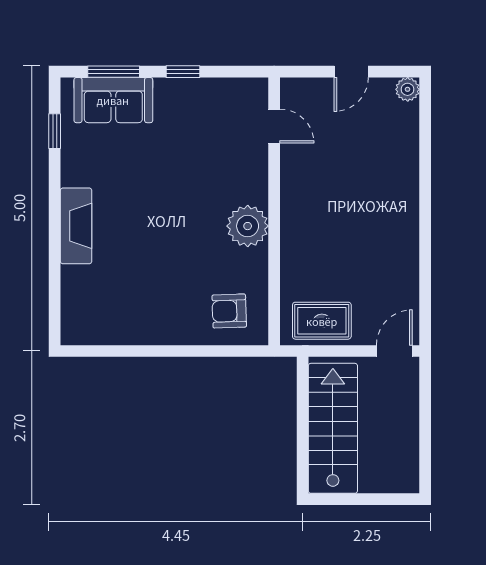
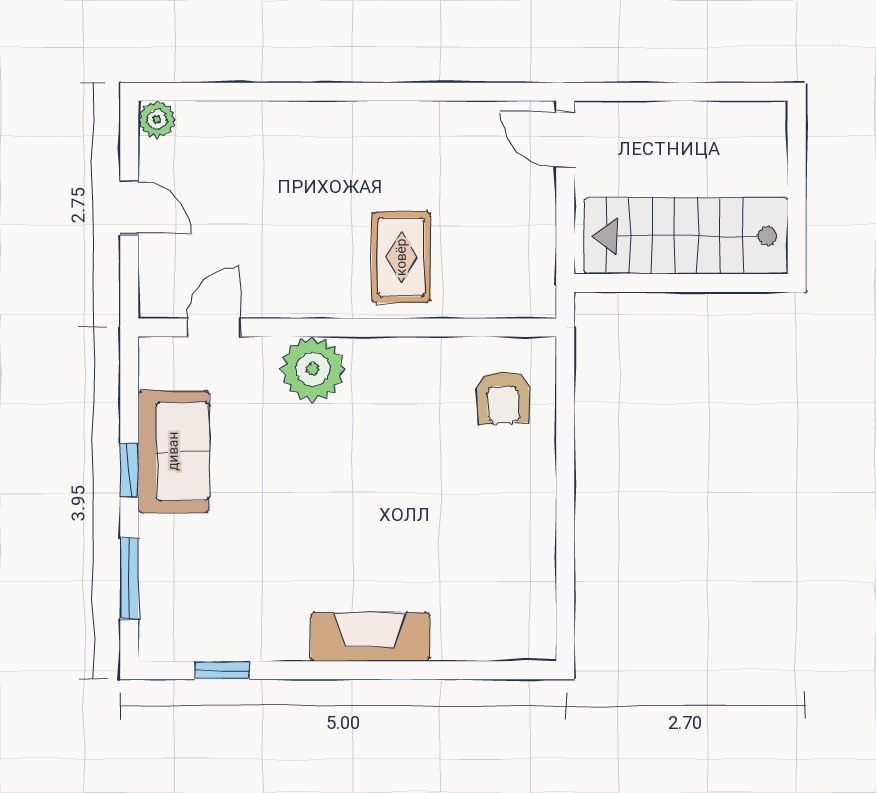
sofa: (113, 100) -> (173, 451), moved
plant: (248, 226) -> (313, 369), moved
rug: (322, 321) -> (401, 257), moved

